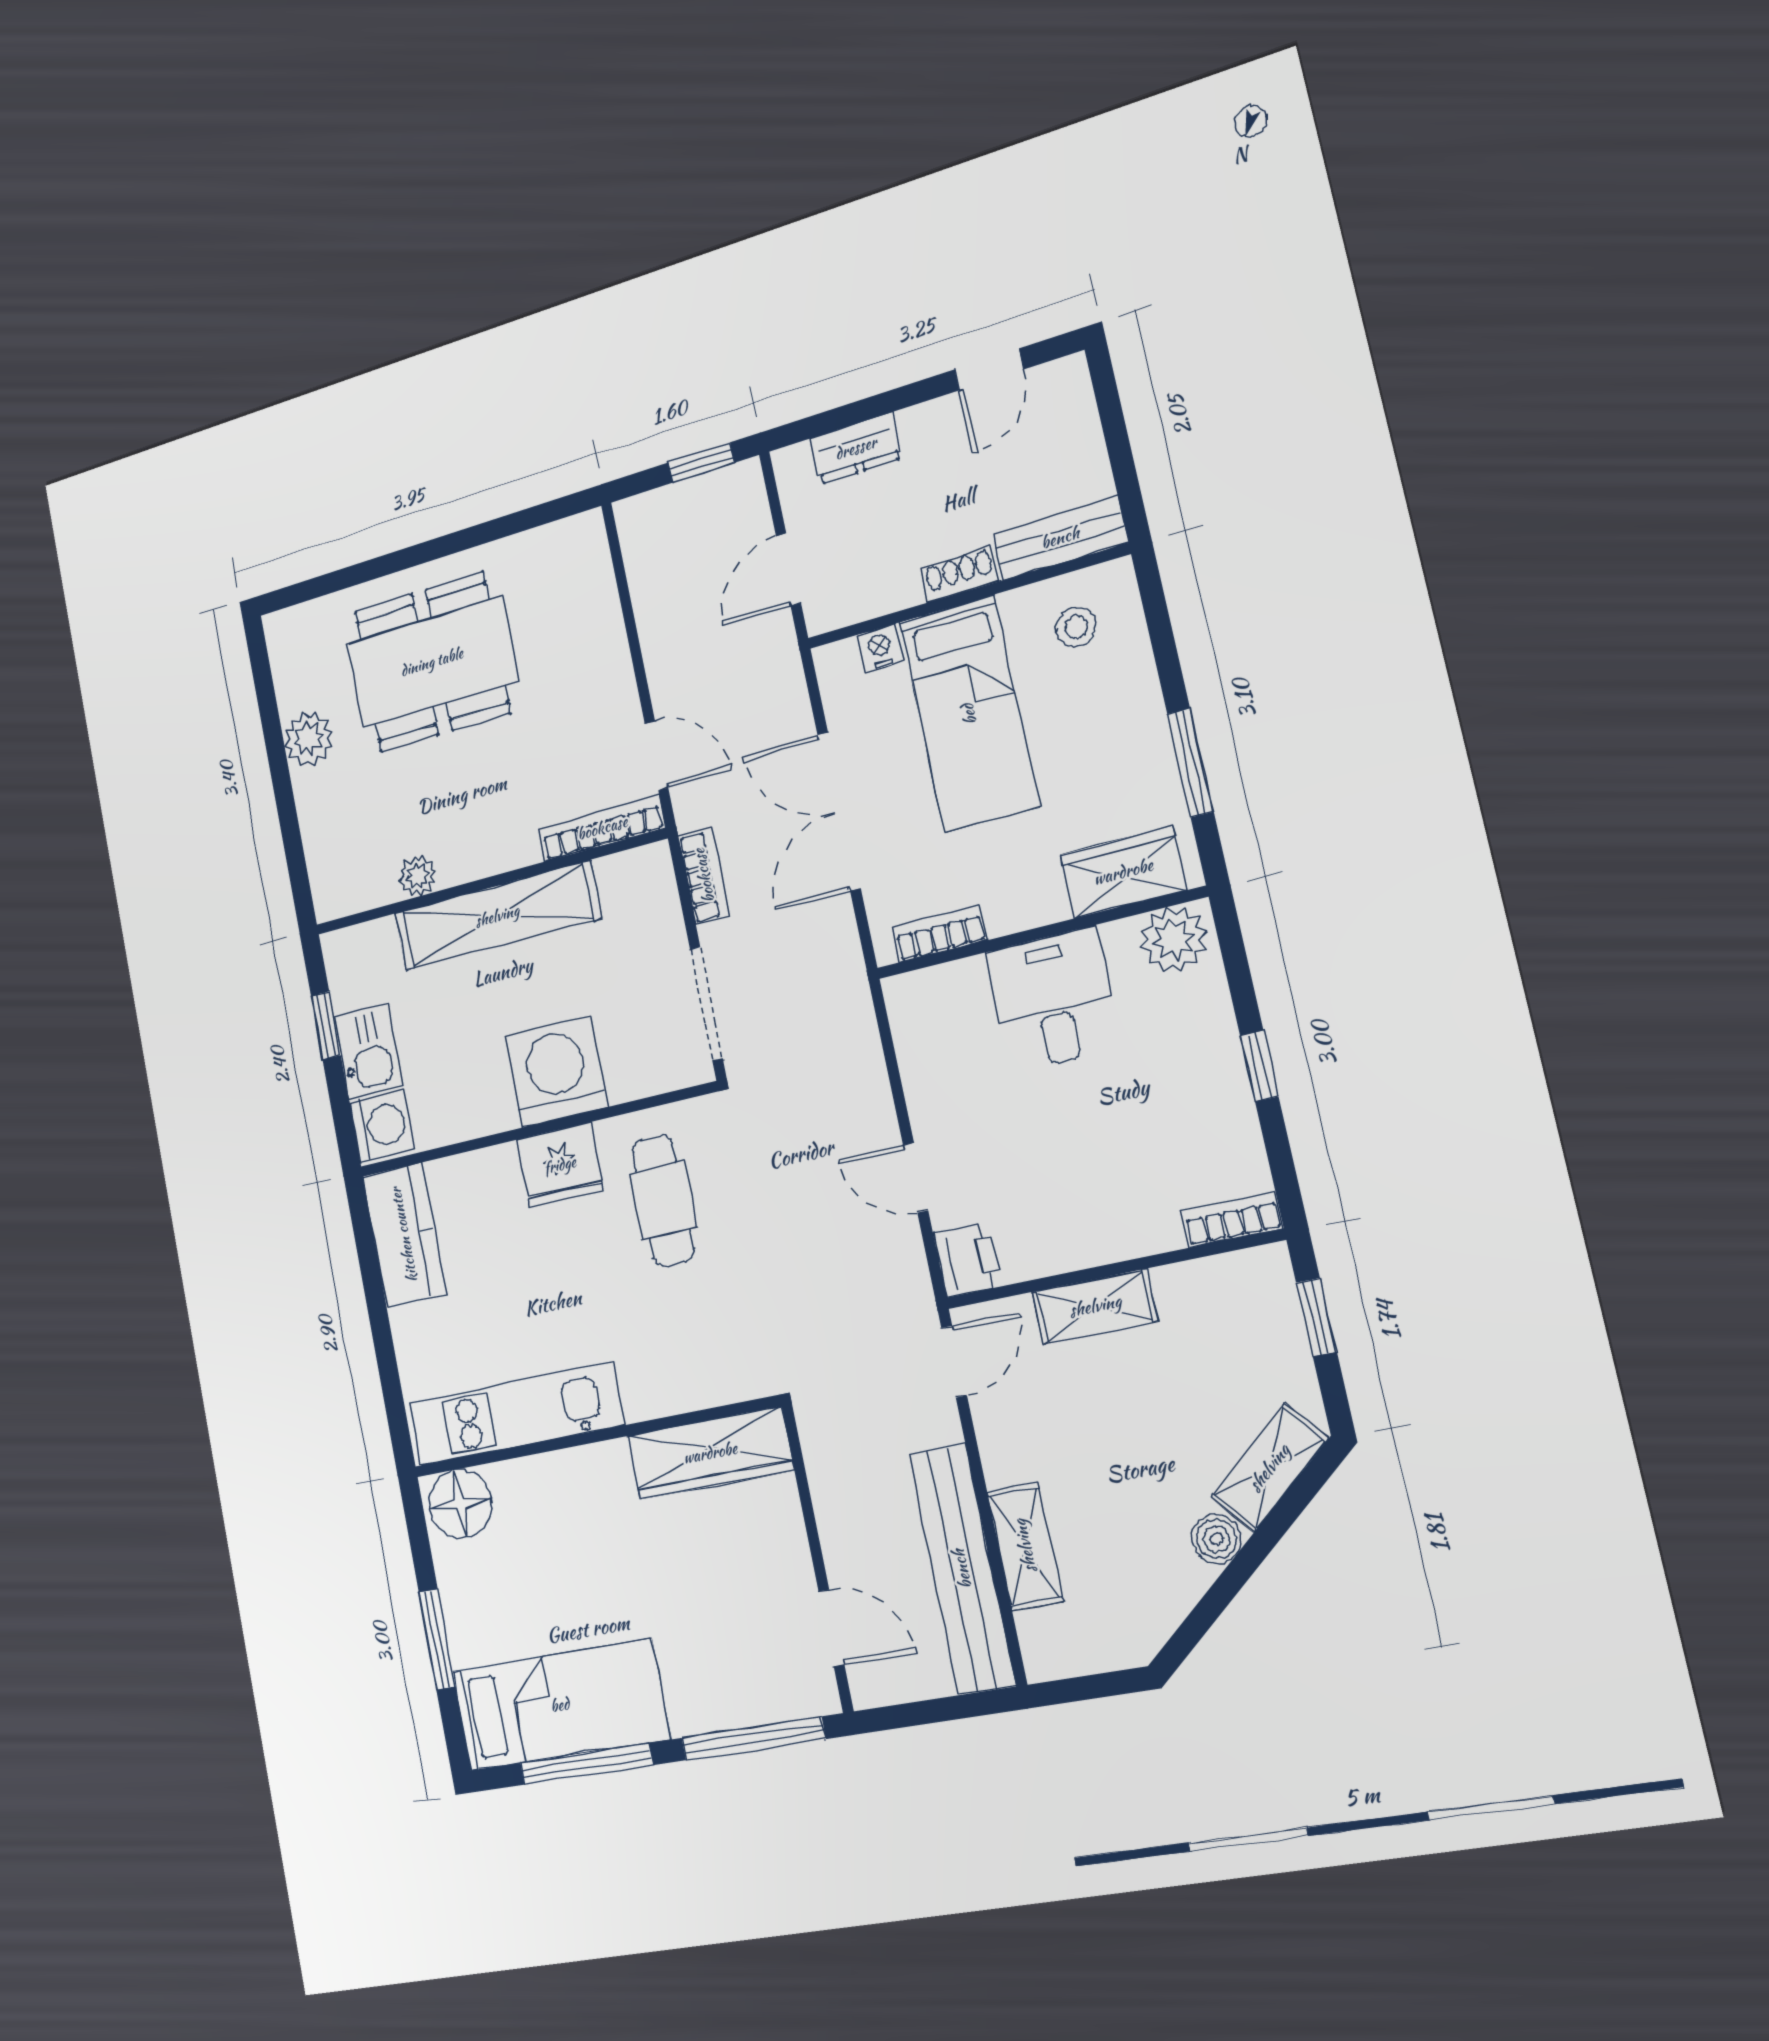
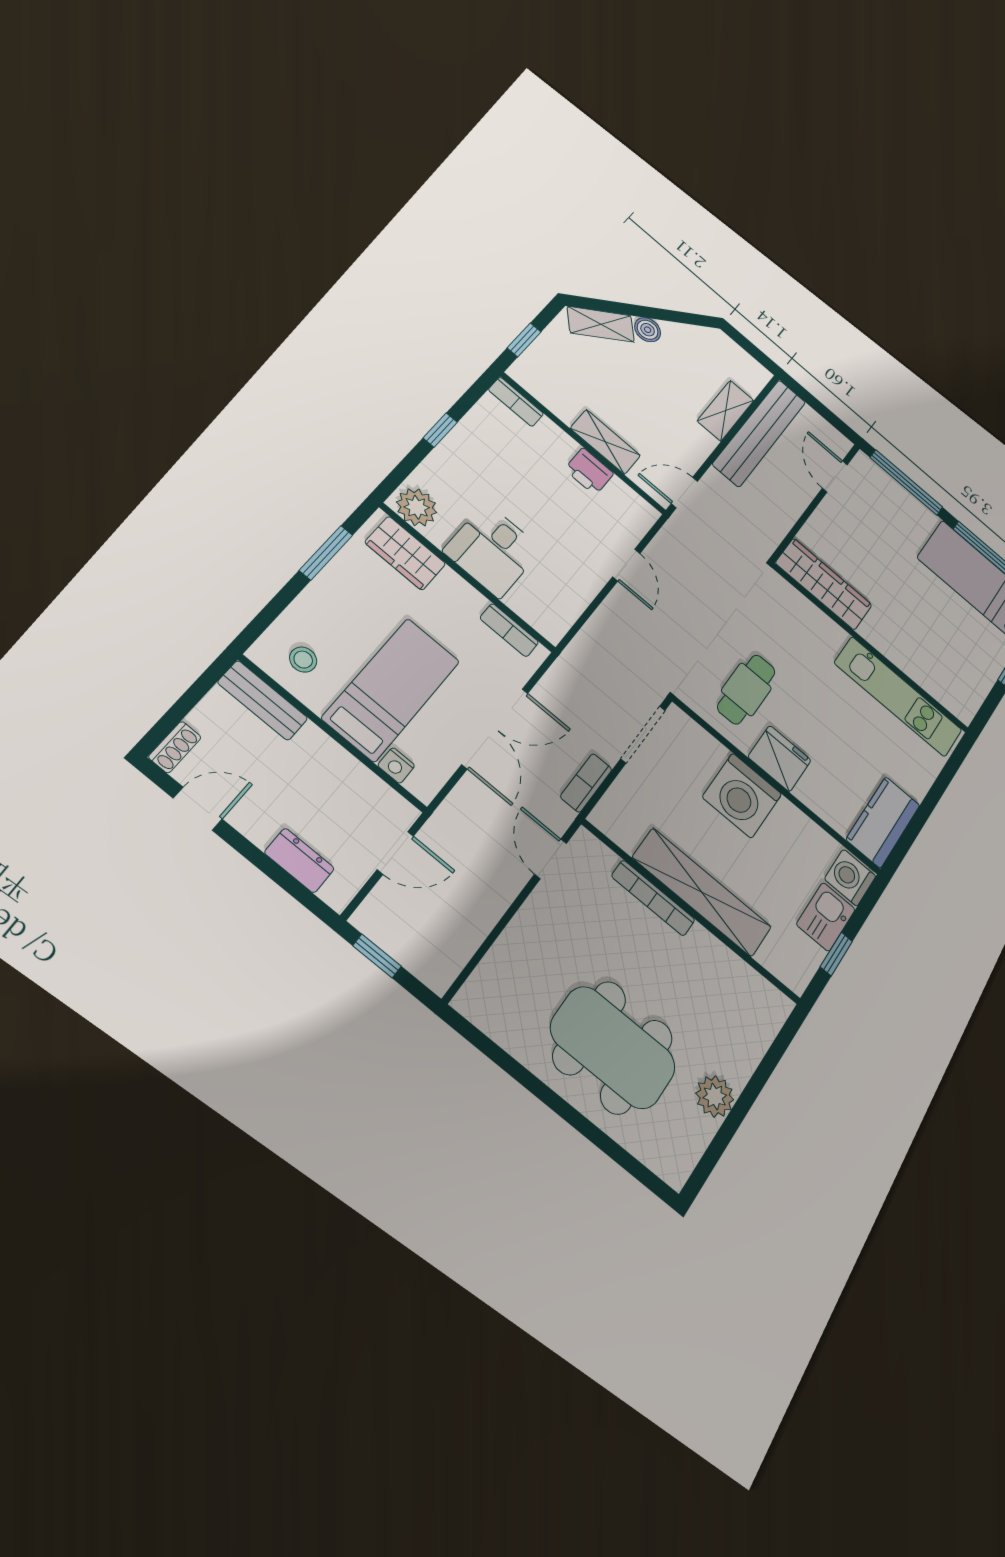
shoe rack: (960, 575) -> (175, 747), moved, turned -90
bookcase: (602, 828) -> (653, 898), moved
plant: (418, 876) -> (723, 959), removed
printer: (968, 1259) -> (589, 471), moved, turned -90
floor lamp: (460, 1504) -> (957, 696), removed

